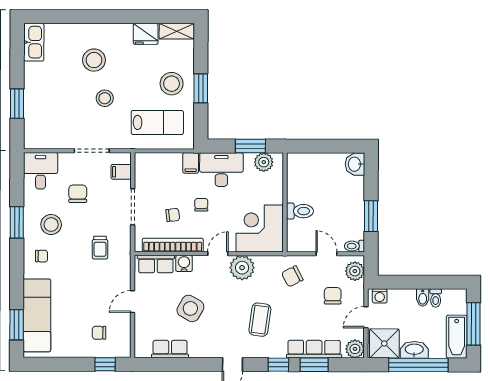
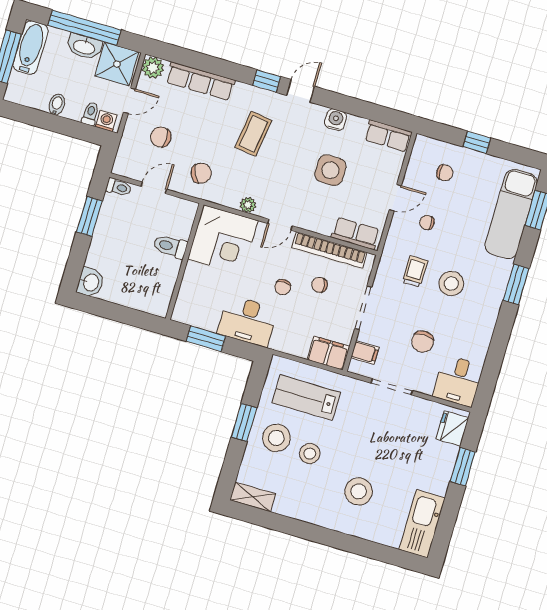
fridge: (146, 34) -> (452, 428), moved, turned -90
kitchen sink: (34, 42) -> (422, 524), width x1.36, depth x1.24
stool: (105, 98) -> (310, 454), moved
plant: (264, 162) -> (196, 316), removed
filing cabinet: (191, 163) -> (328, 353), moved, width x2.00
window: (17, 222) -> (516, 284), moved
stool: (51, 225) -> (451, 284), moved
door: (326, 254) -> (154, 188), swing flipped
chair: (42, 256) -> (427, 223), moved
water cooler: (184, 263) -> (336, 120), moved, turned 180
plant: (242, 268) -> (248, 205), width x0.53, depth x0.53
plant: (355, 271) -> (127, 158), removed
chair: (333, 296) -> (161, 137), turned 90
toilet: (436, 298) -> (90, 114), moved
side table: (190, 308) -> (330, 170), turned -30
row of seats: (170, 349) -> (388, 136), moved
window: (105, 364) -> (477, 142), moved
window: (278, 365) -> (267, 81), moved
window: (314, 365) -> (206, 63), removed

